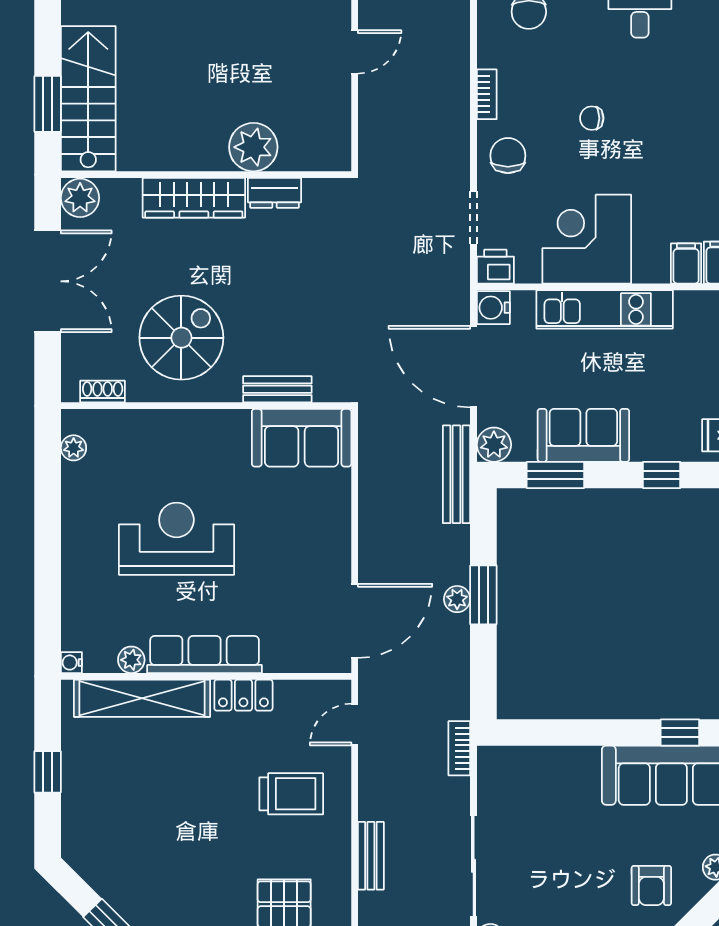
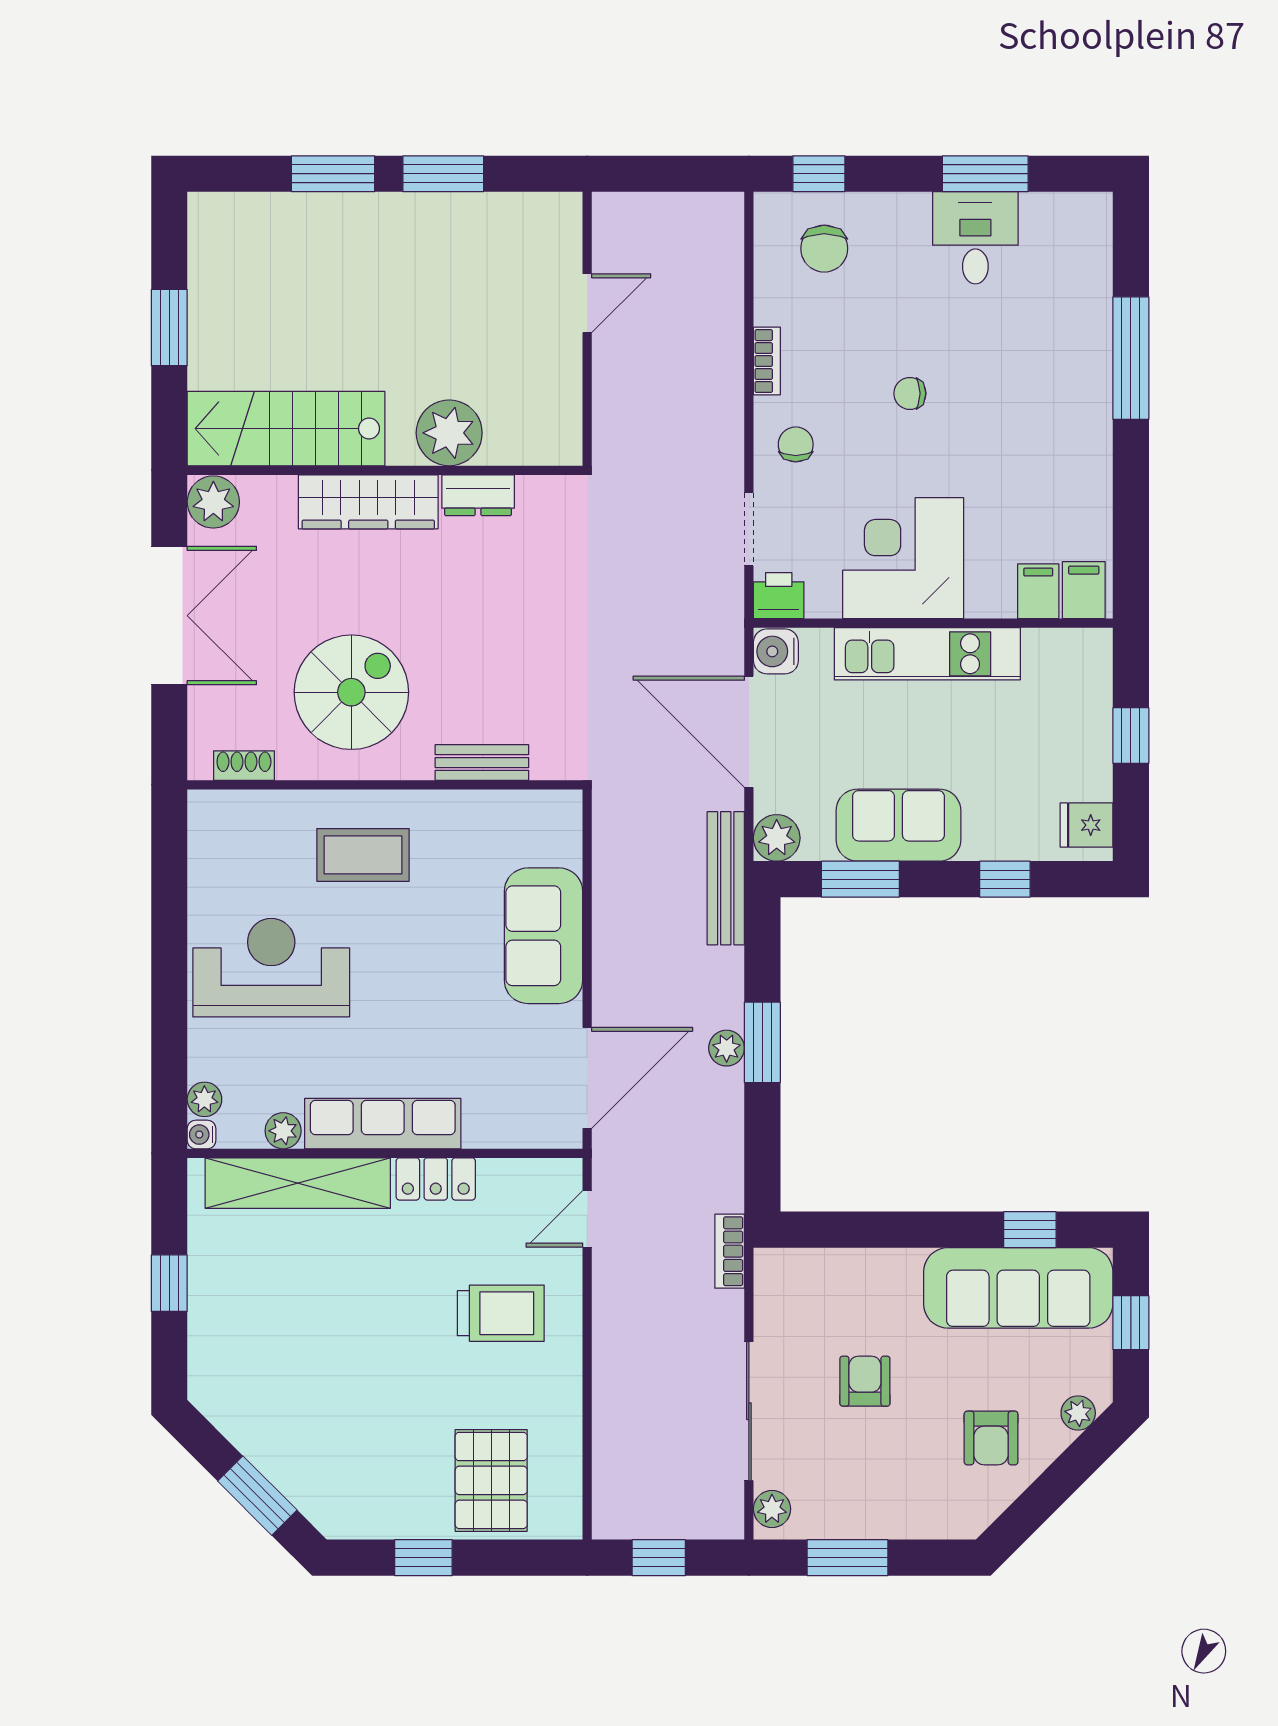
stairs: (88, 99) -> (286, 429), moved, turned -90
window: (48, 104) -> (169, 328), moved
chair: (508, 156) -> (796, 444), width x0.73, depth x0.73
sofa: (302, 438) -> (543, 936), moved, turned 90
plant: (74, 448) -> (204, 1099), moved
coffee table: (190, 457) -> (363, 855), added
reception desk: (176, 539) -> (271, 968), moved
armchair: (559, 844) -> (865, 1381), added
bench: (371, 856) -> (609, 1398), removed

